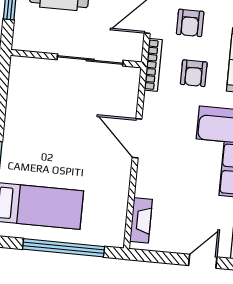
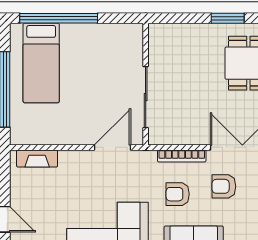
wall: (76, 59) -> (146, 84), moved
sliding door: (90, 60) -> (146, 97), moved

